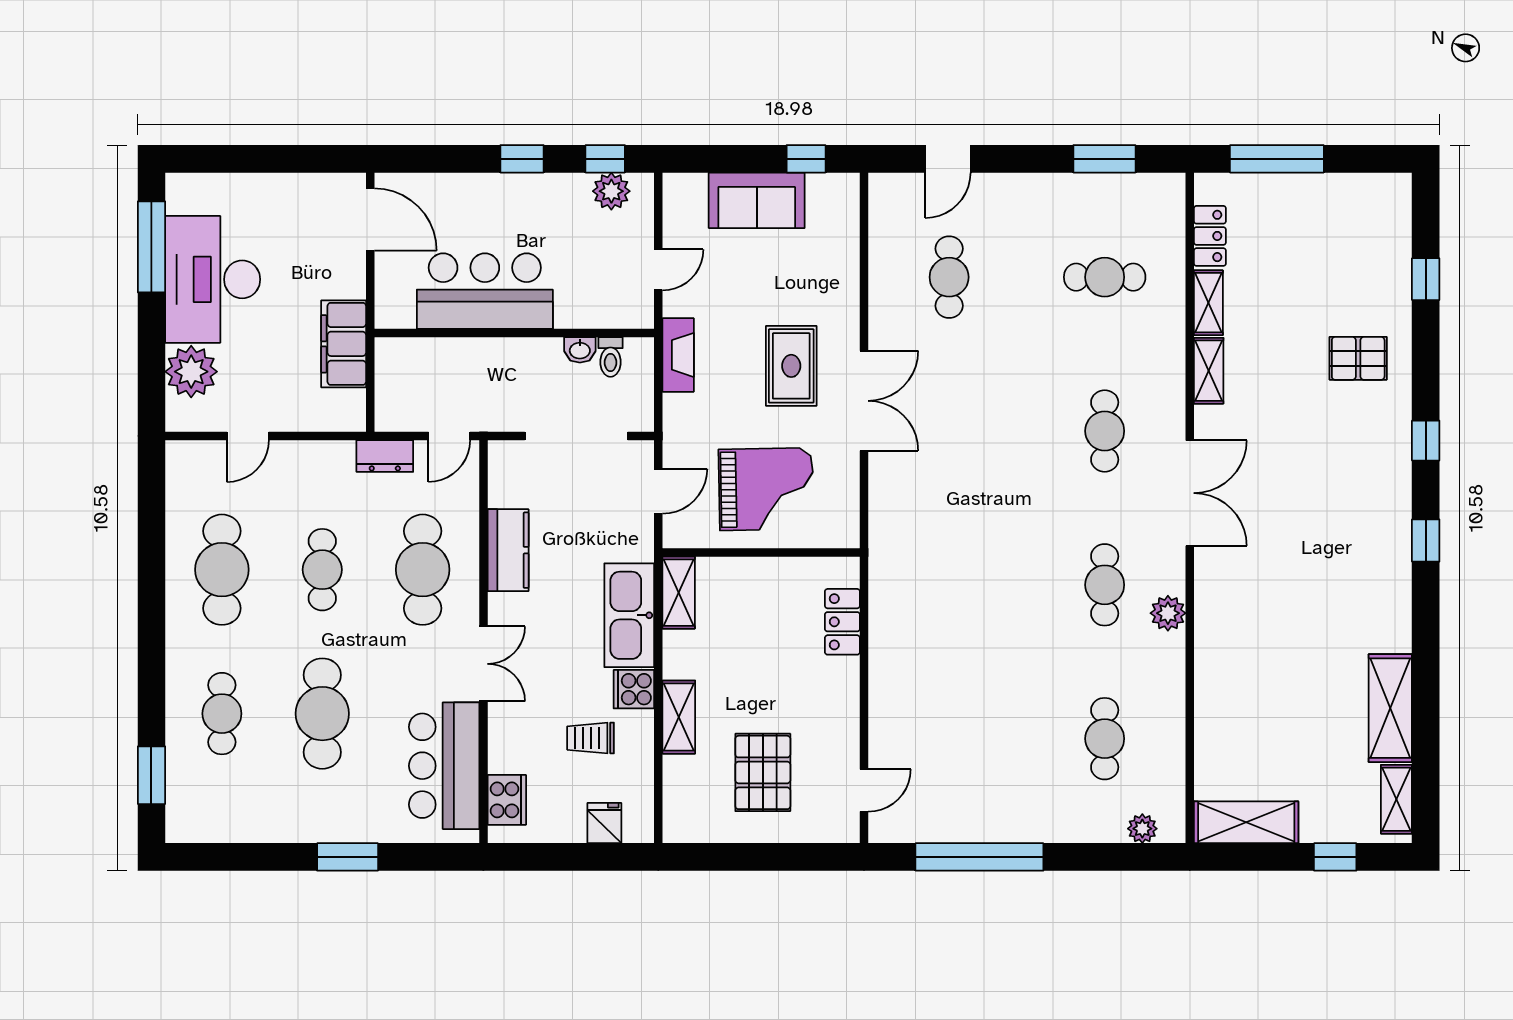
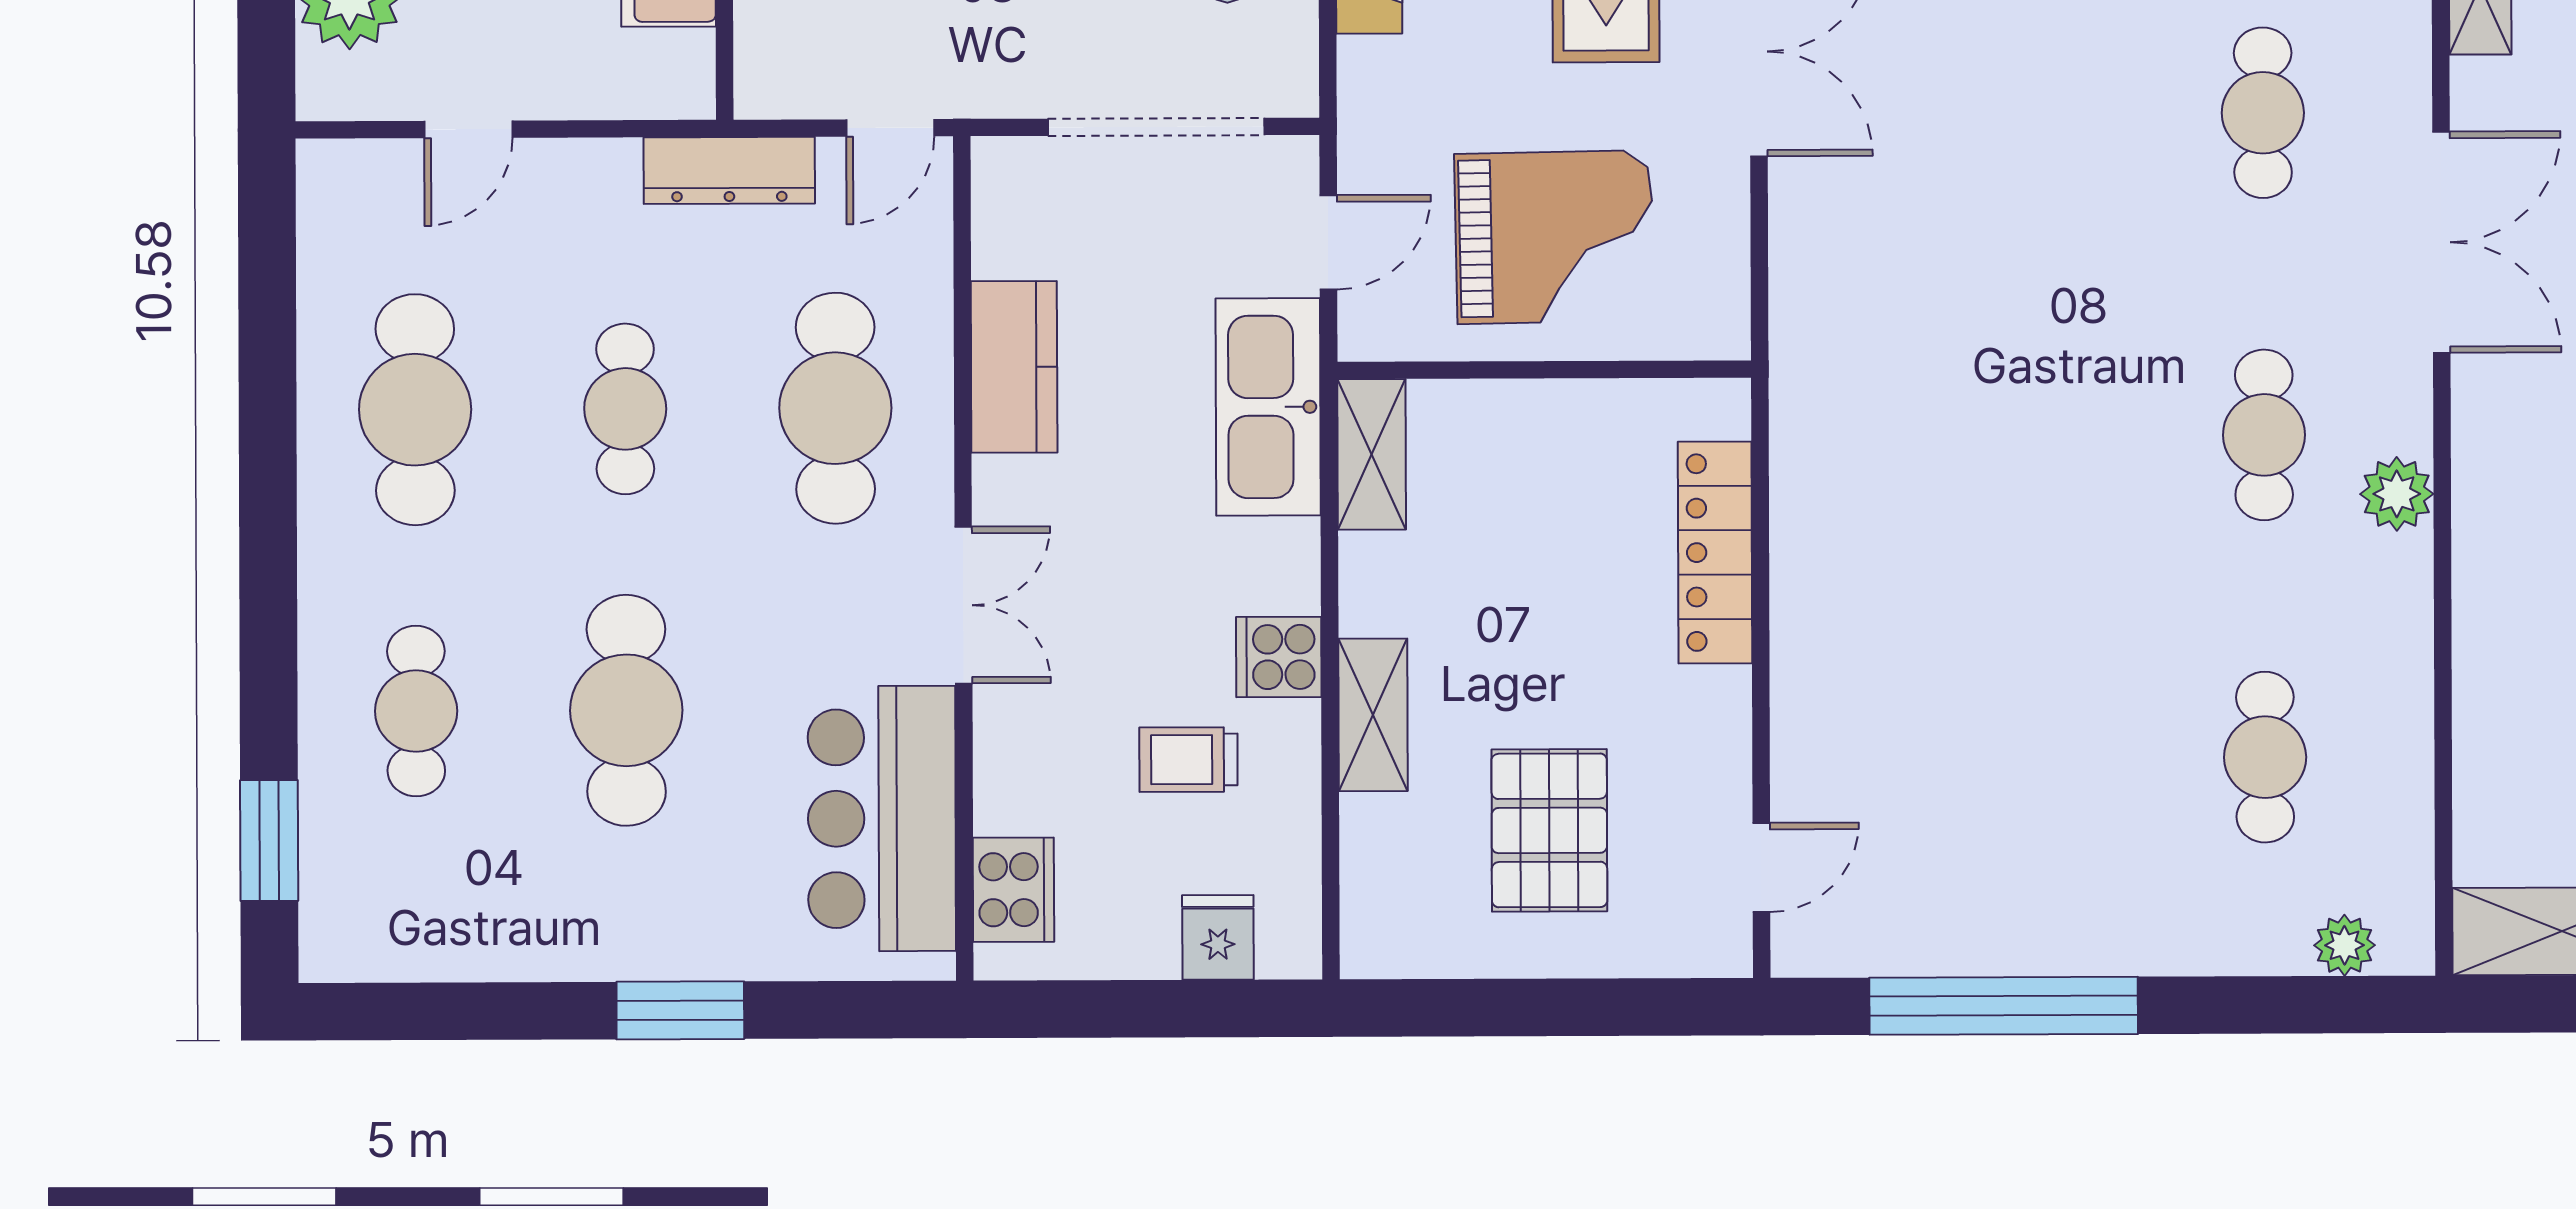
dresser: (385, 456) -> (729, 170), width x1.44
kitchen sink: (629, 615) -> (1268, 407), moved
locker: (842, 622) -> (1715, 553), width x1.53

